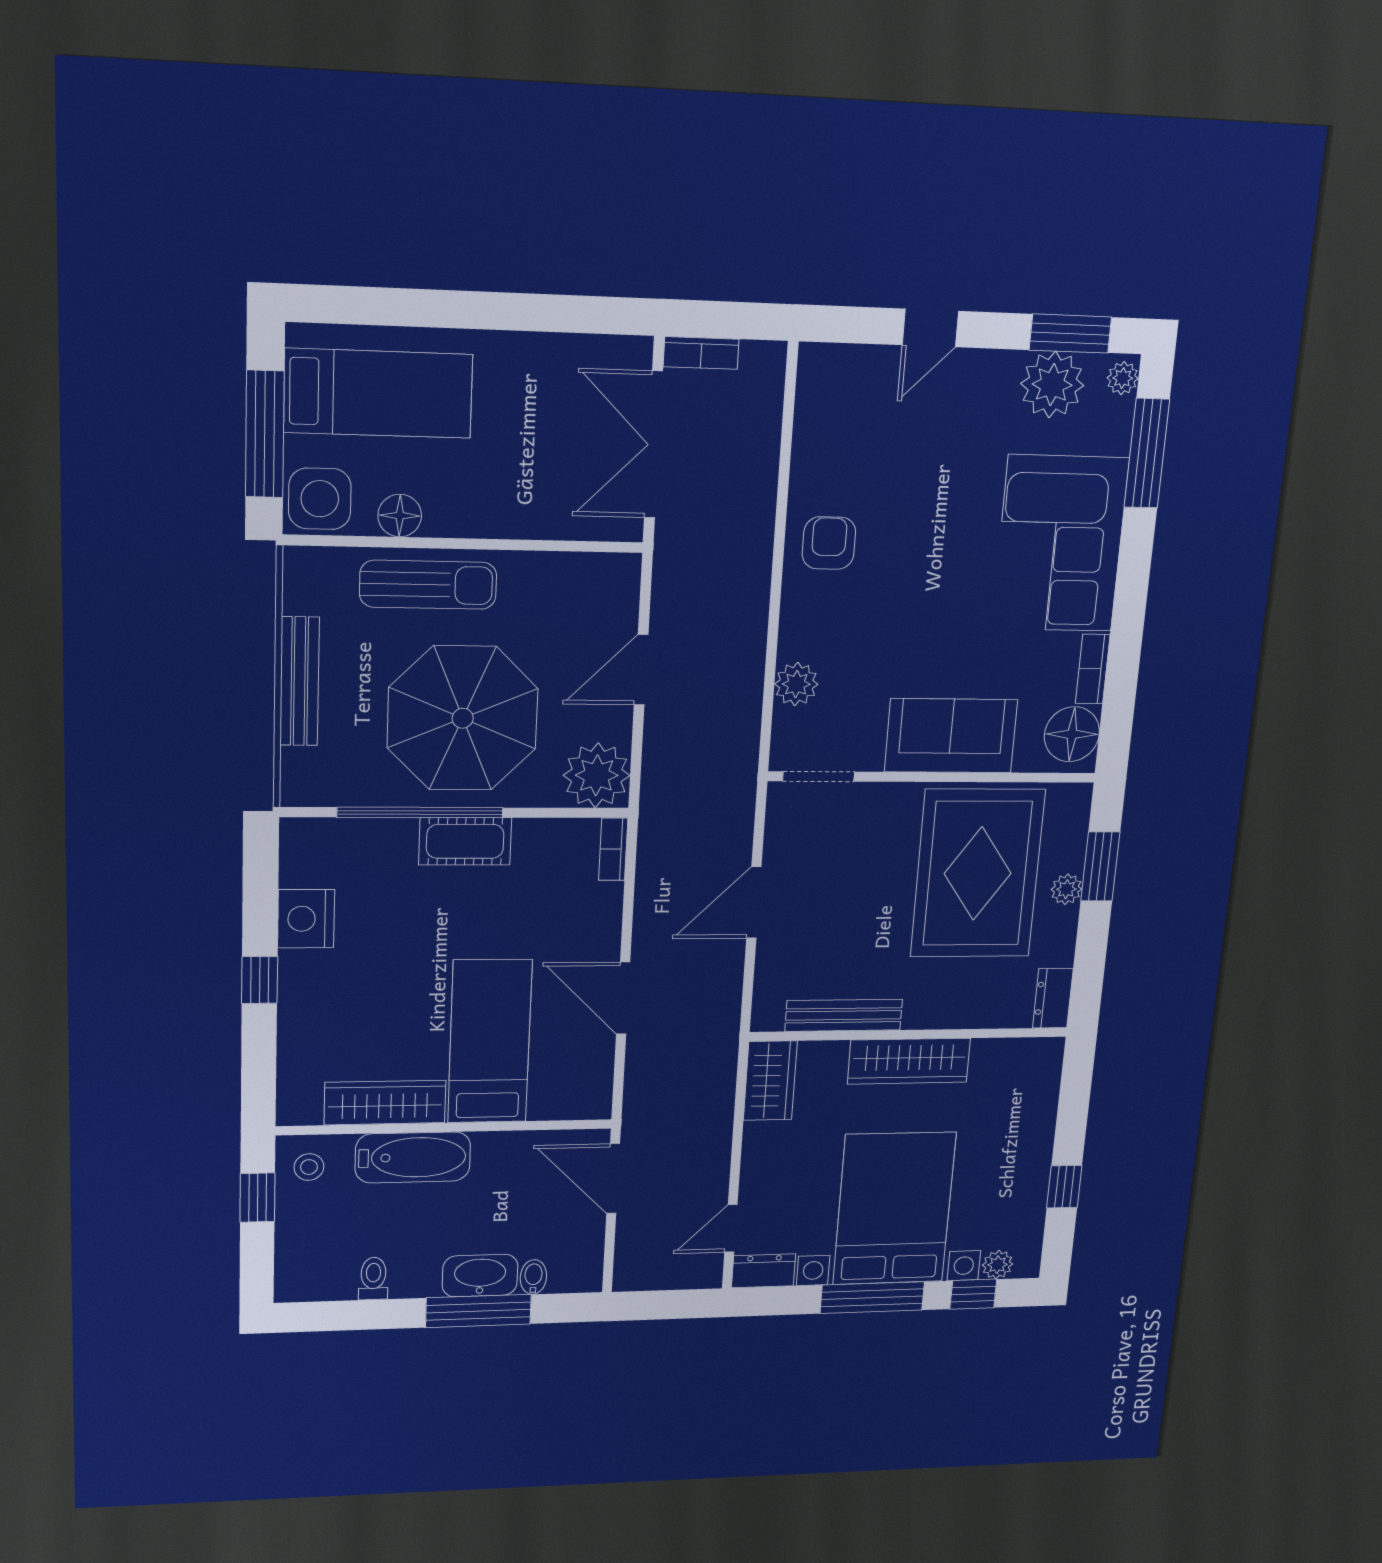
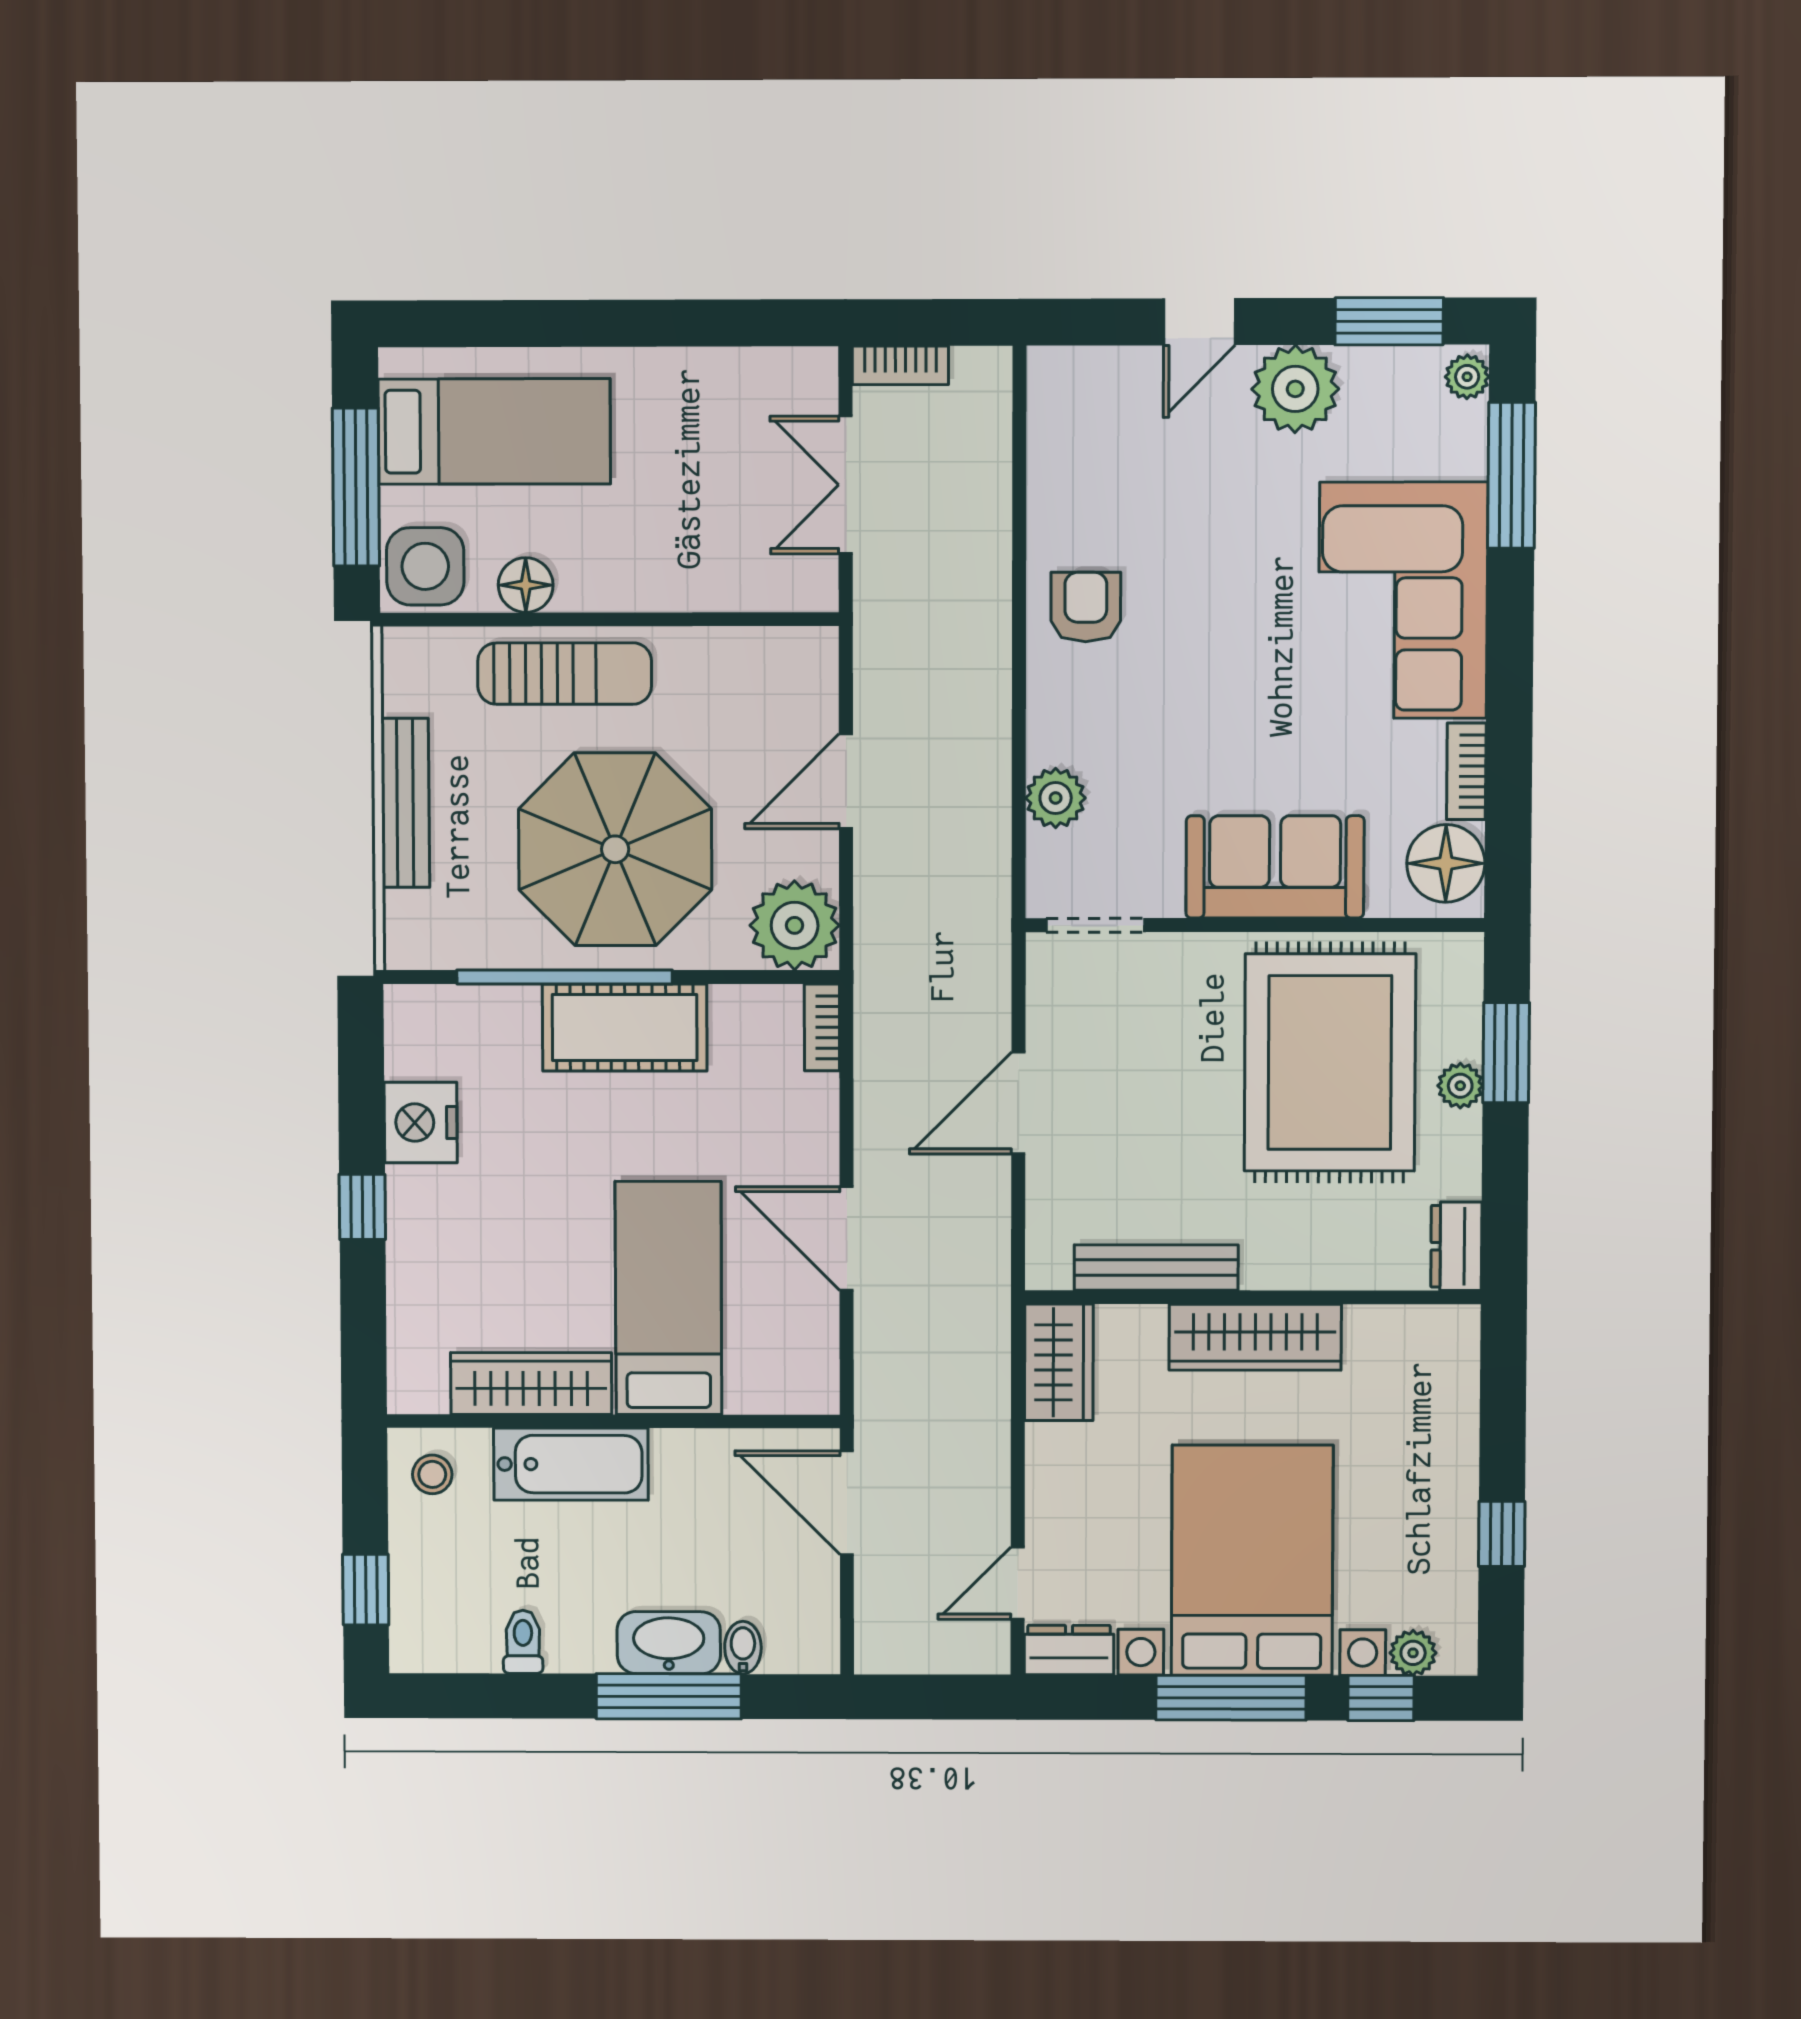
plant: (1052, 385) -> (1295, 389), moved
double door: (653, 445) -> (846, 485), width x0.73
cot: (465, 841) -> (625, 1028), width x1.37, depth x1.34
window: (257, 1198) -> (366, 1590), moved

